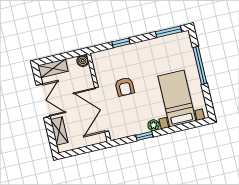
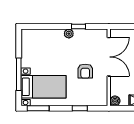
armchair: (125, 87) -> (85, 71), turned 180
bed with nightstands: (177, 98) -> (44, 87), moved, turned -90

